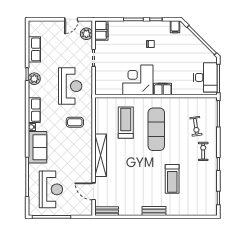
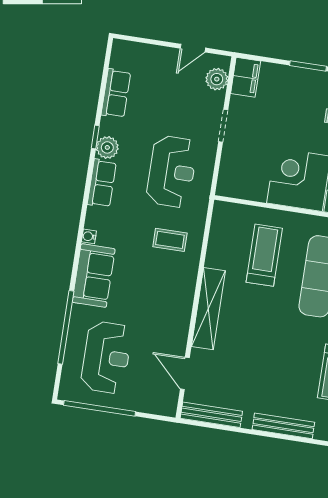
row of seats: (34, 110) -> (102, 183), moved
bench: (107, 211) -> (211, 415), width x1.36
bench: (154, 211) -> (283, 426), width x1.36

